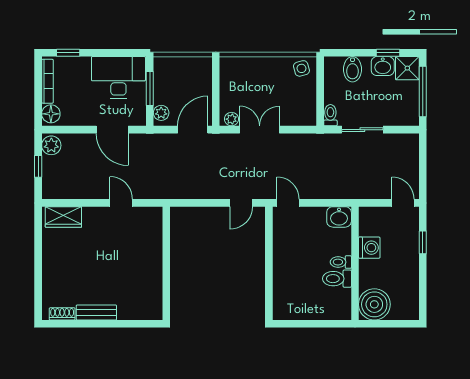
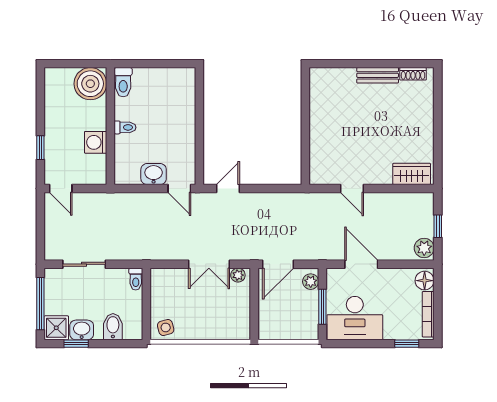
sliding door: (362, 130) -> (84, 264), moved
washbasin: (339, 217) -> (154, 174), moved
toilet: (337, 279) -> (123, 82), moved, turned 90

